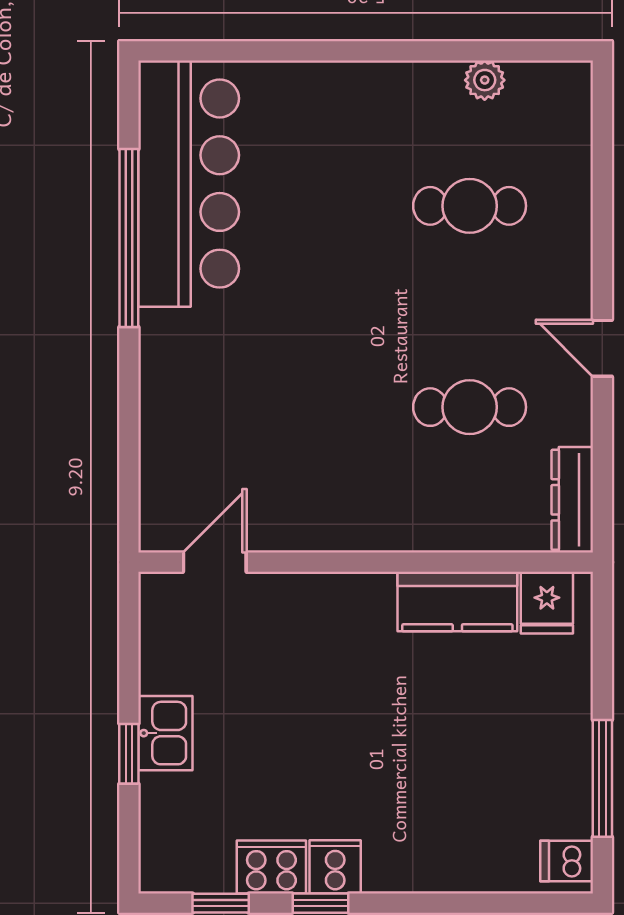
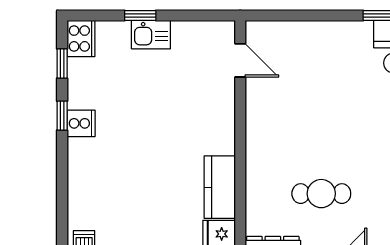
cafe table: (470, 407) -> (321, 194), turned 90
cooker: (271, 867) -> (81, 38), moved

